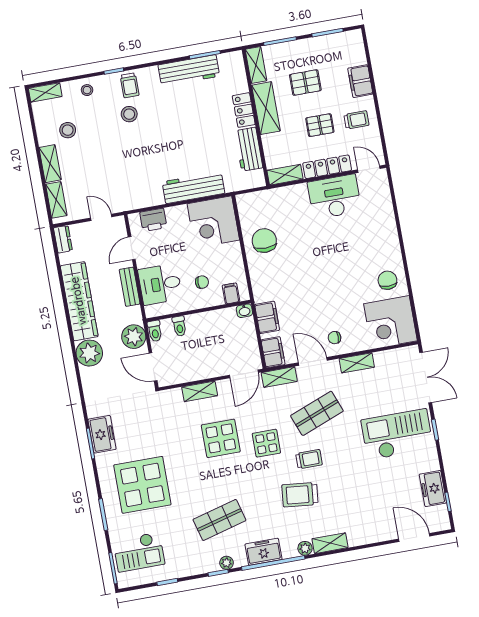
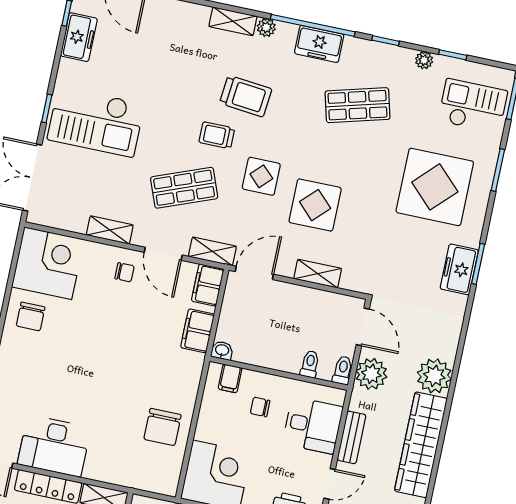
plant: (227, 563) -> (424, 60), moved

